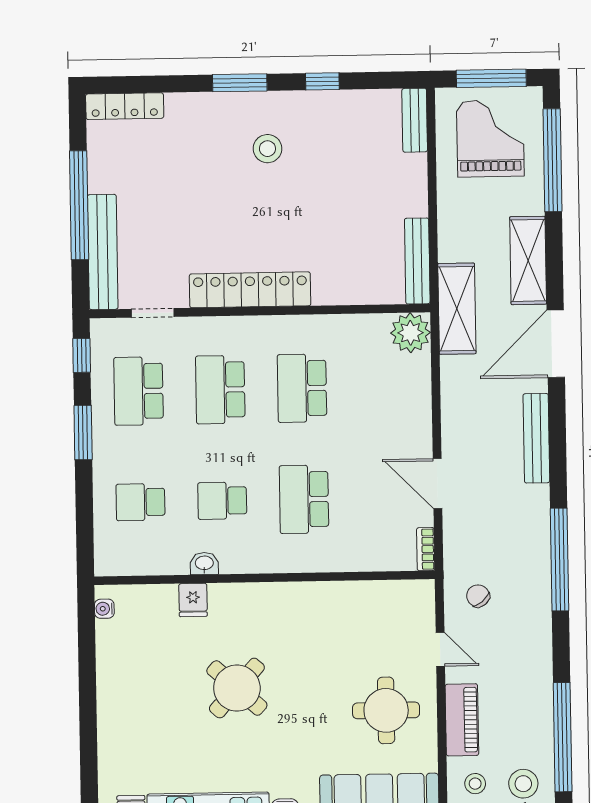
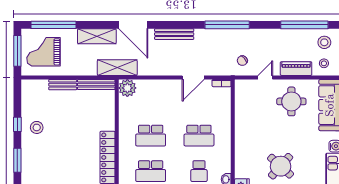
bench: (415, 120) -> (63, 85), moved
stool: (267, 149) -> (37, 127), moved

